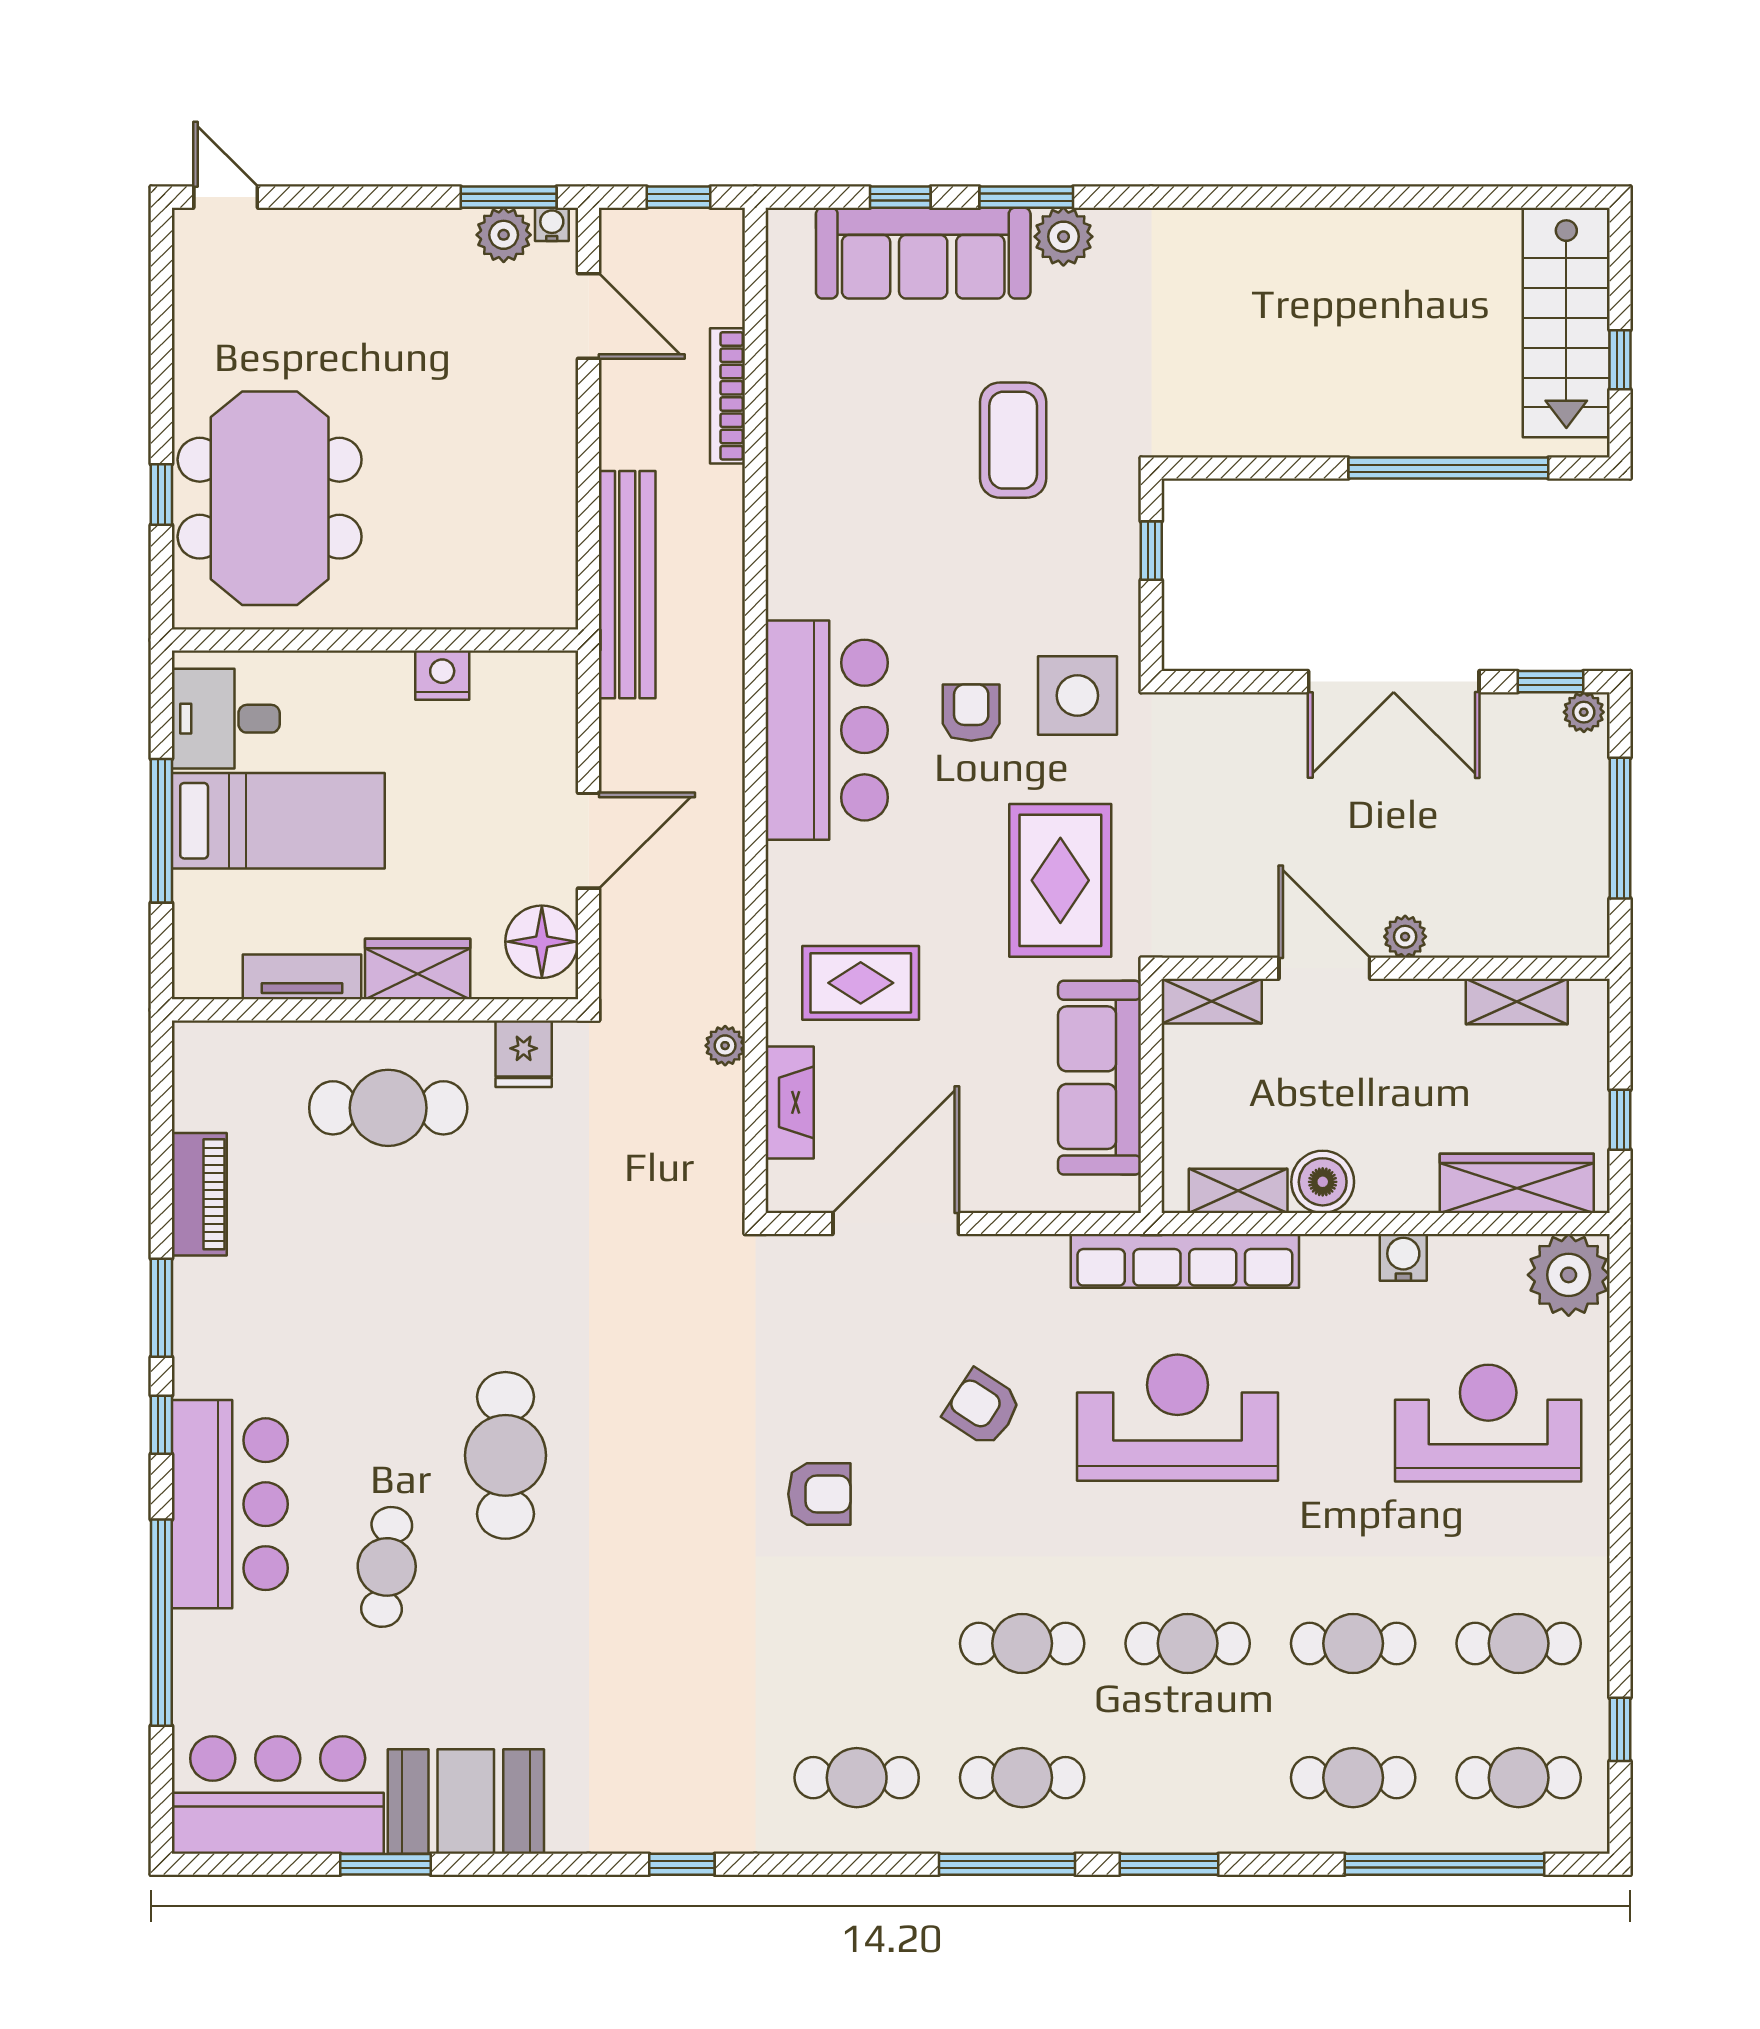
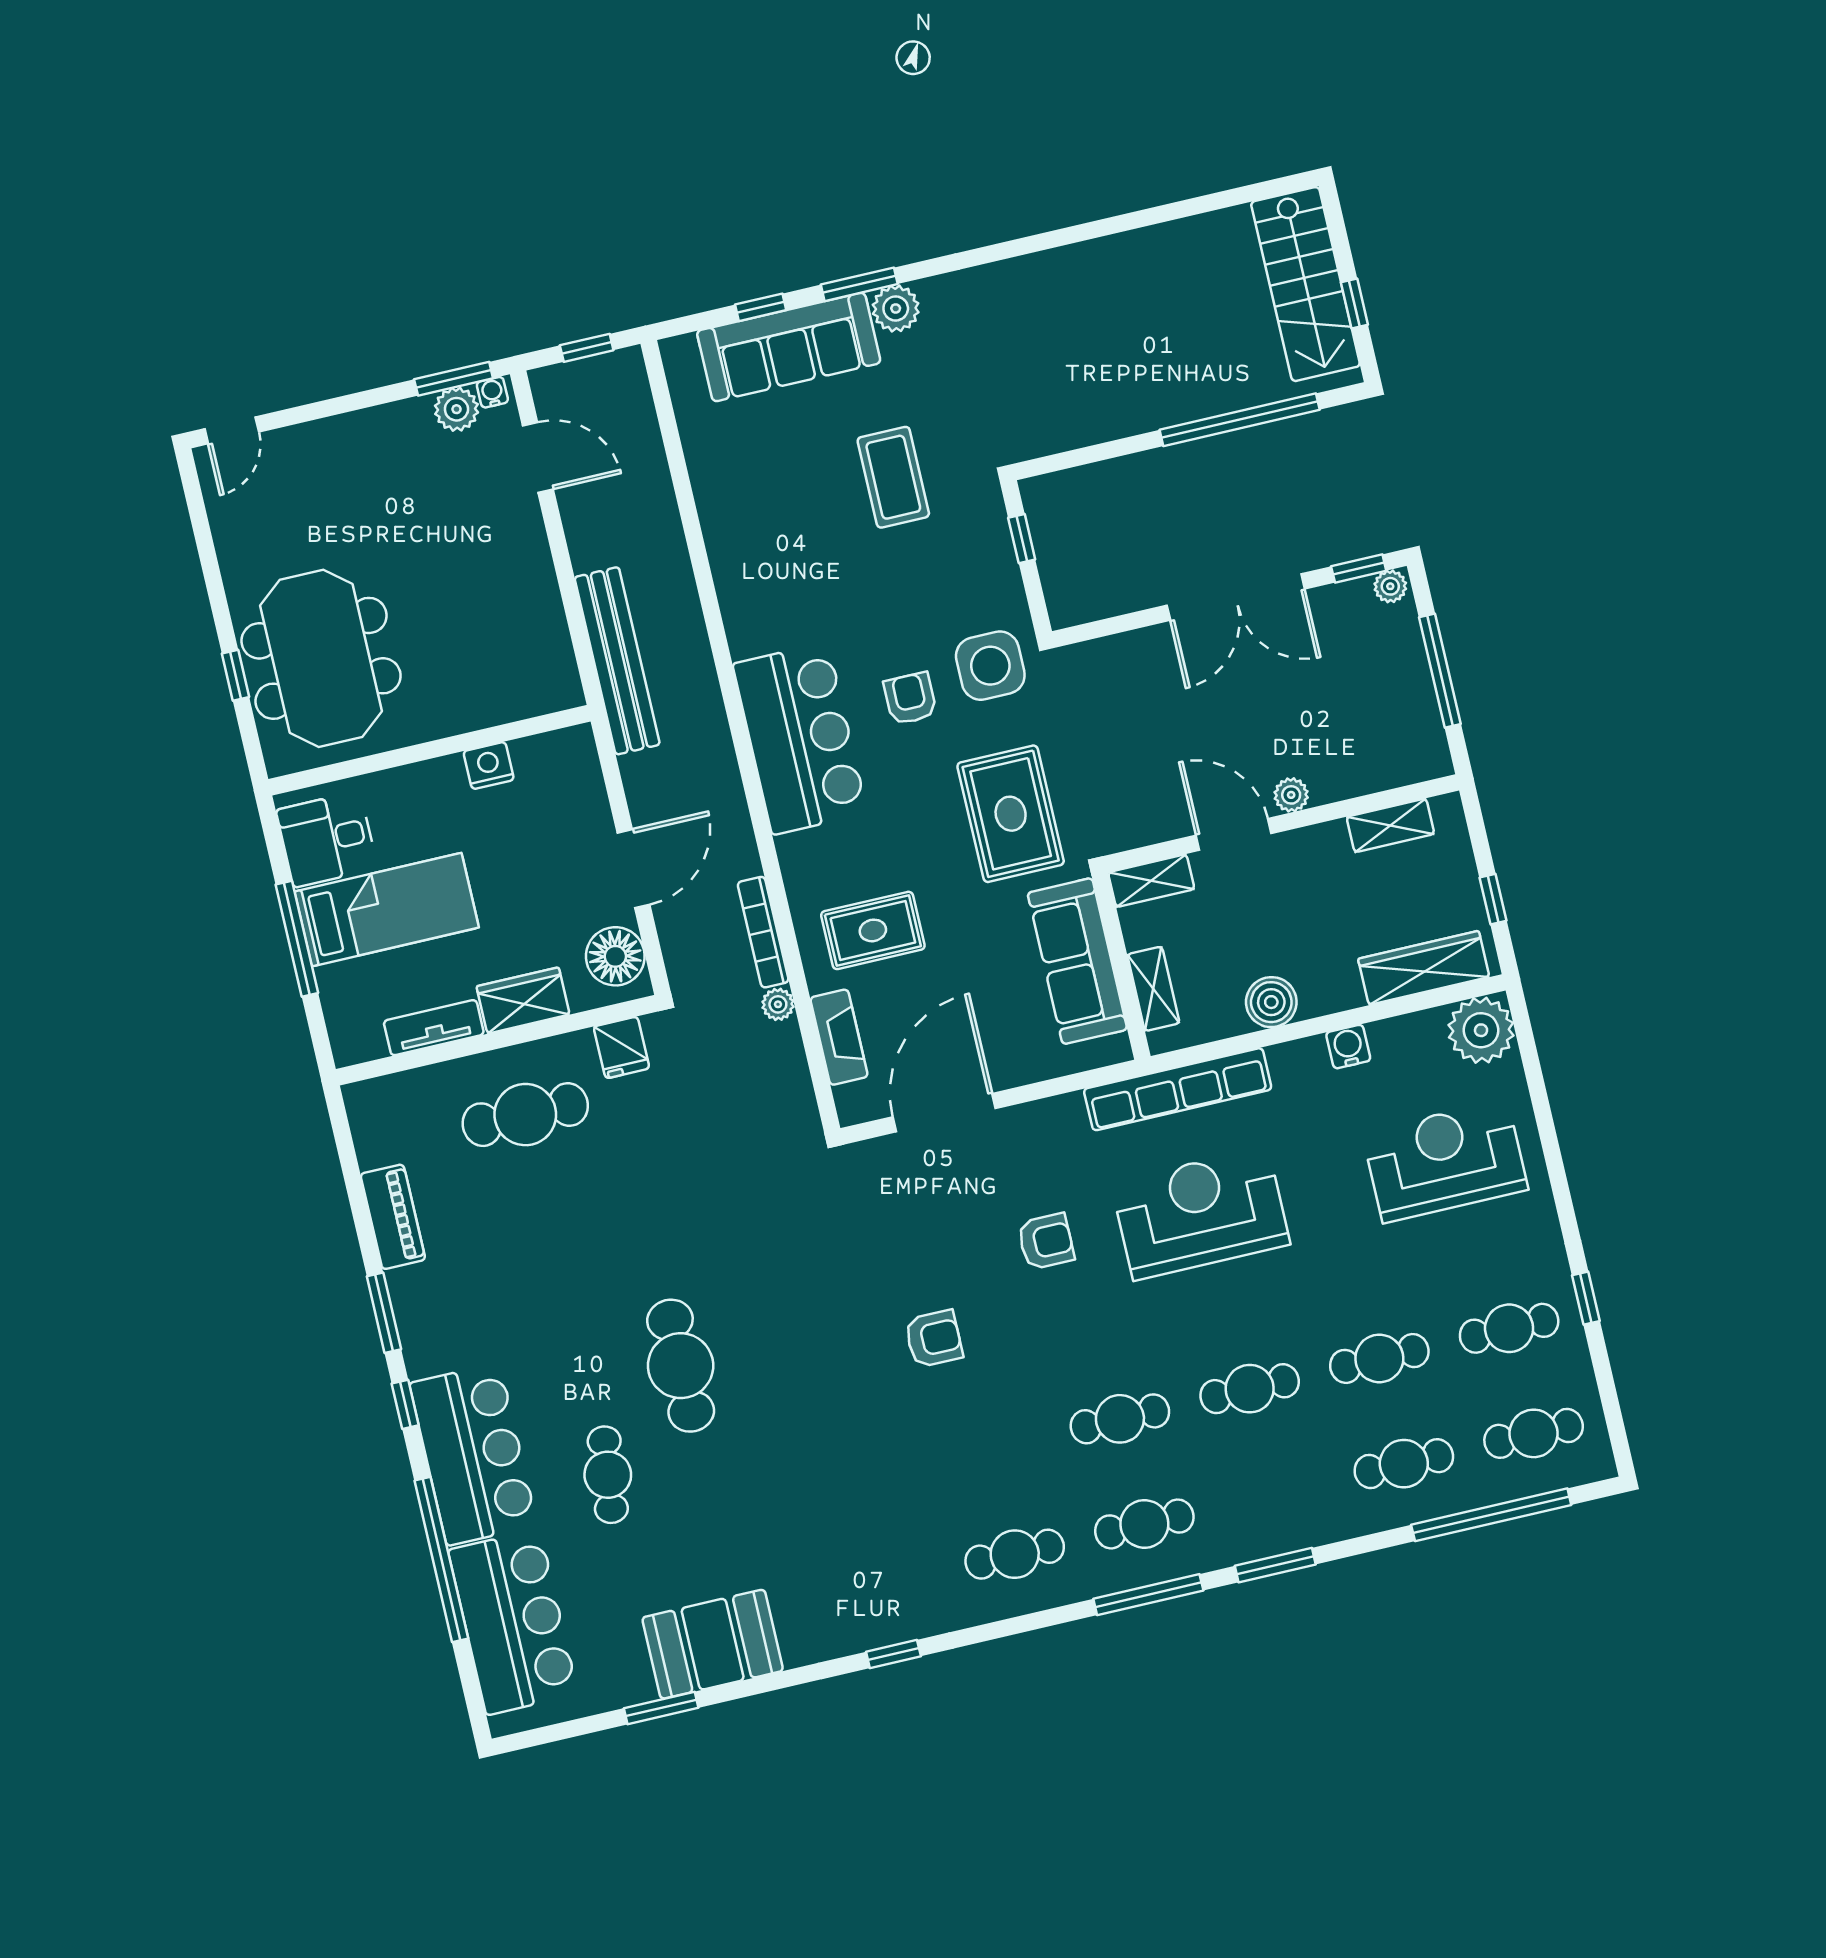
door: (226, 197) -> (232, 430), swing flipped
bookcase: (727, 396) -> (763, 932), moved
shelving: (1238, 1191) -> (1153, 989), moved, turned 90
armchair: (983, 1408) -> (1046, 1241), turned 147
window: (1620, 1729) -> (1586, 1298), moved
bar counter: (278, 1795) -> (513, 1622), moved, turned 90

